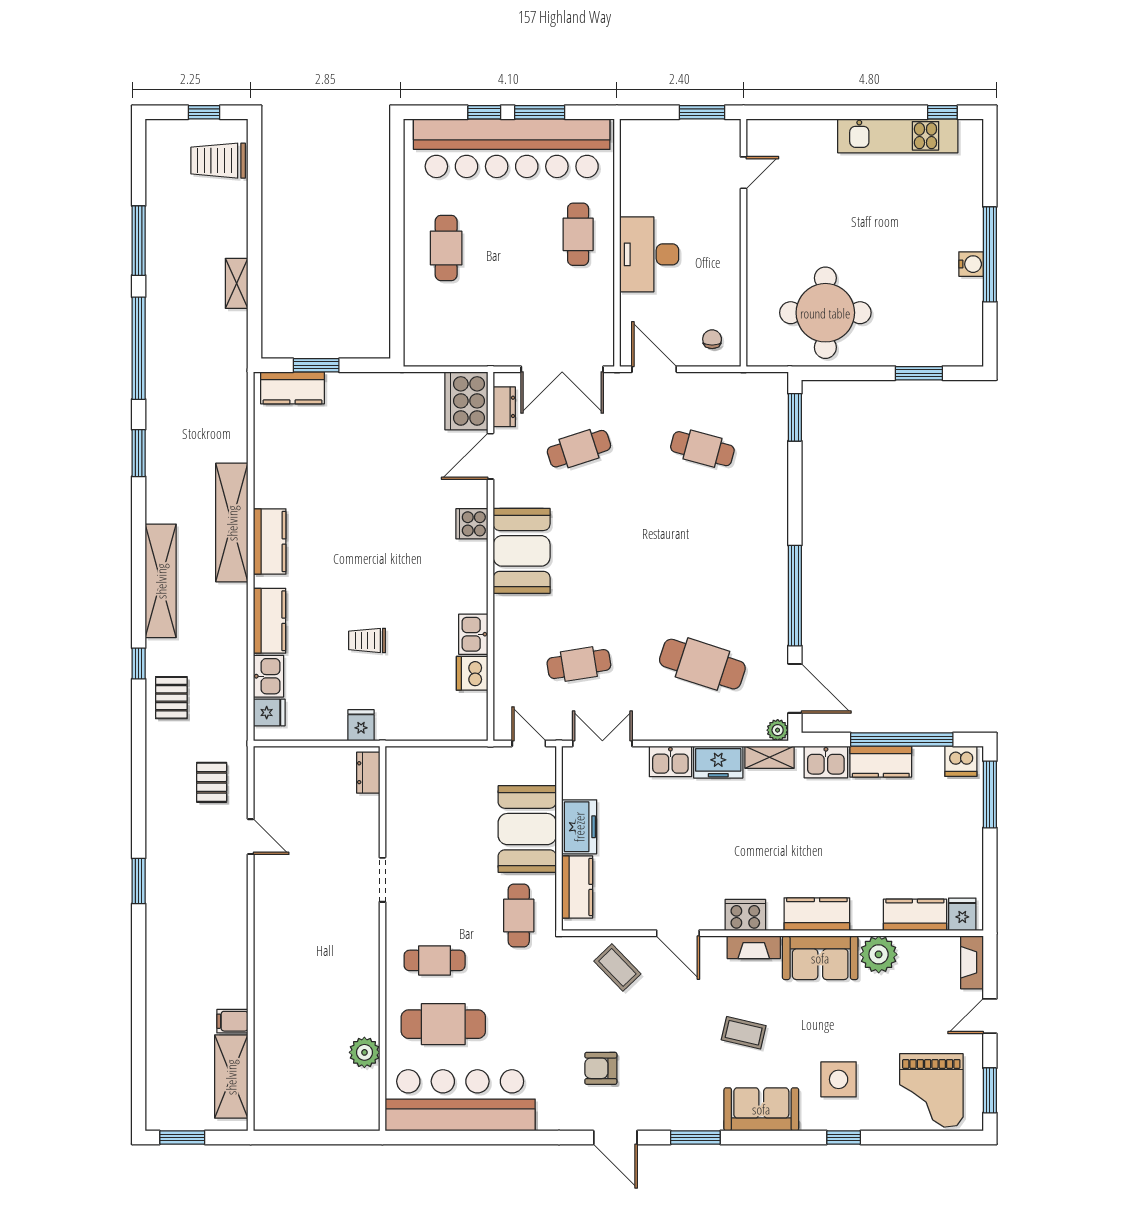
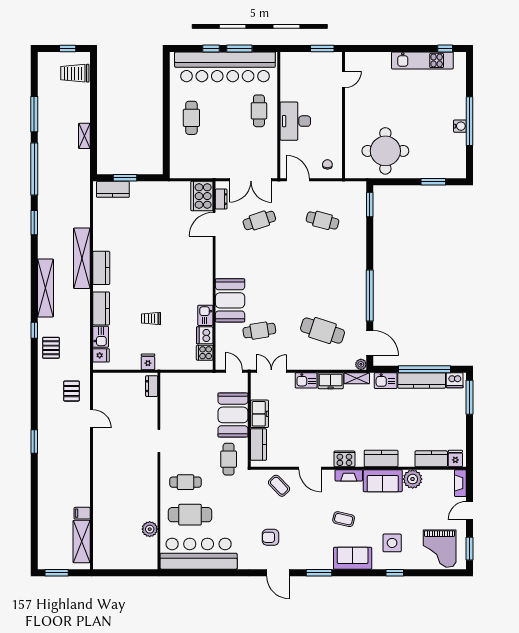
cooker: (472, 524) -> (205, 353), moved
booth: (522, 551) -> (230, 300), moved
kitchen counter: (881, 762) -> (422, 380), width x1.50

